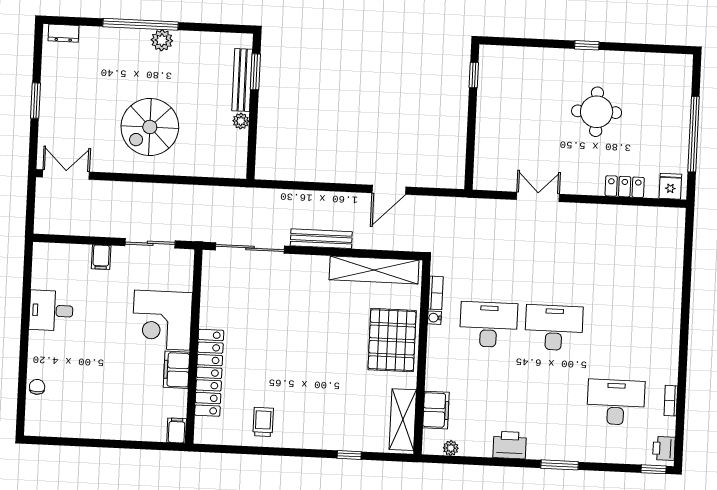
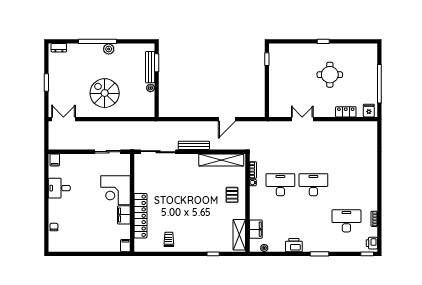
spiral stairs: (150, 127) -> (105, 93), turned 90
filing cabinet: (101, 257) -> (55, 160), moved
pallet: (392, 340) -> (232, 195), width x0.49, depth x0.50

